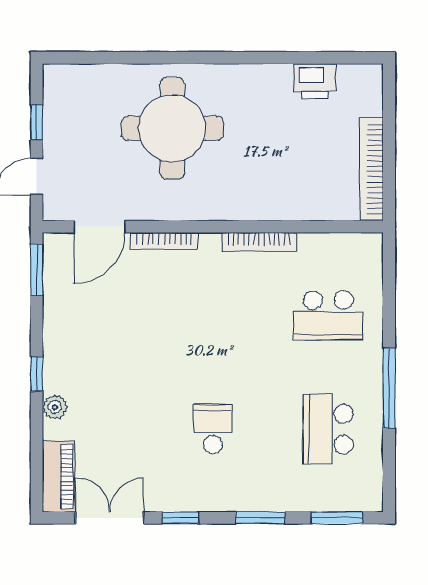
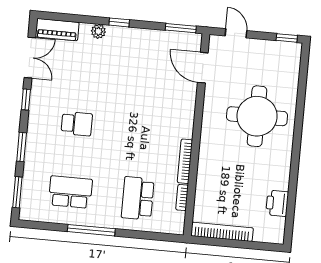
window: (37, 122) -> (287, 38), moved
bookcase: (164, 241) -> (182, 198), moved, width x0.64

